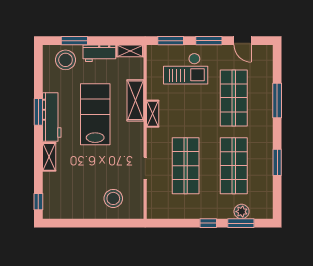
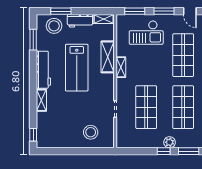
window: (38, 112) -> (33, 40), moved
lab bench: (95, 114) -> (77, 68), turned 180
plant: (242, 212) -> (170, 142), moved

